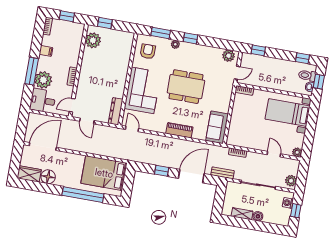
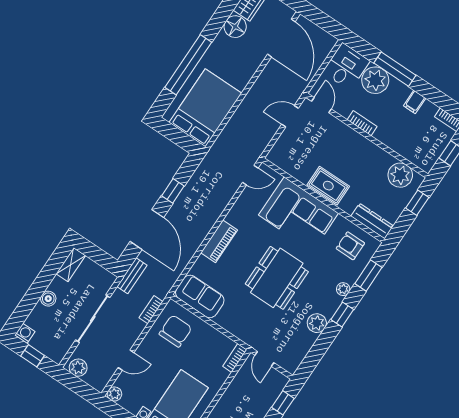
armchair: (148, 51) -> (350, 246), turned 180
plant: (229, 56) -> (317, 323), moved
rug: (118, 80) -> (328, 186), added
dresser: (116, 111) -> (372, 221), moved
chair: (244, 133) -> (176, 331), added
washing machine: (288, 203) -> (25, 333), moved
shelving: (242, 214) -> (71, 265), moved

